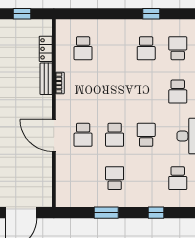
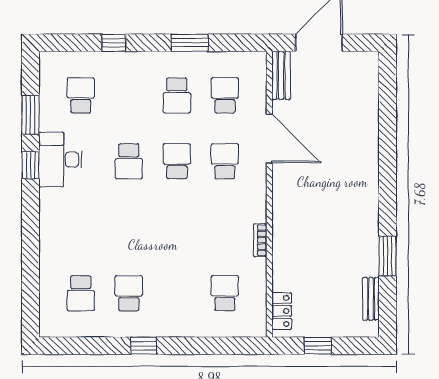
window: (151, 14) -> (144, 346), moved
locker: (46, 49) -> (282, 311), moved
bench: (46, 79) -> (281, 75), moved
school desk: (178, 92) -> (225, 95), moved
door: (54, 135) -> (269, 138), moved

